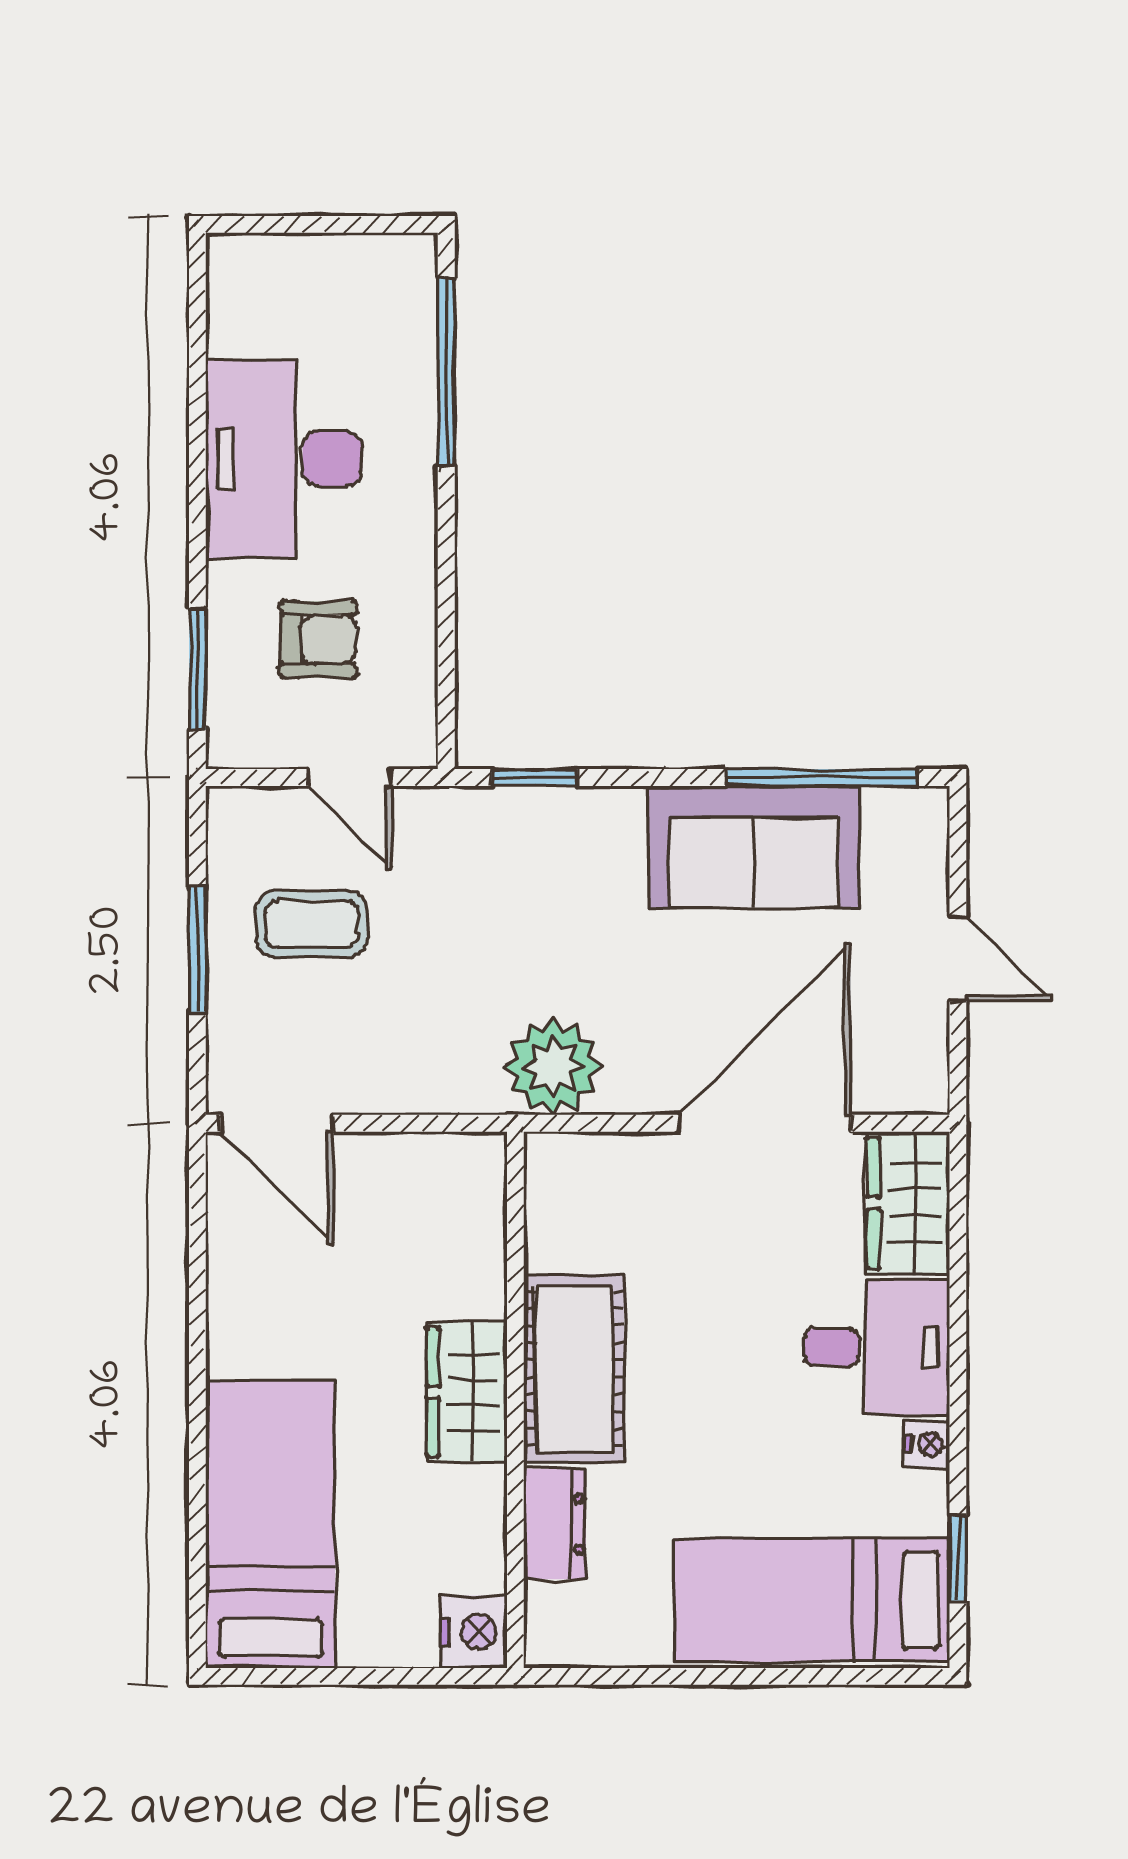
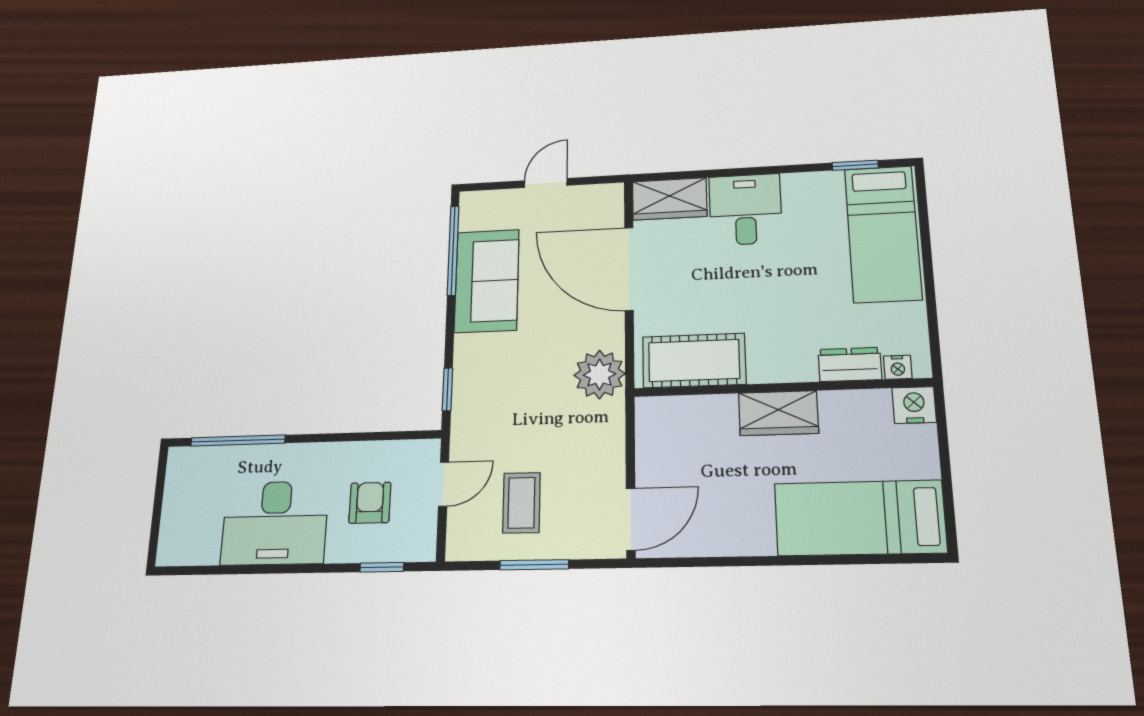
window: (197, 669) -> (382, 567), width x0.67
cot: (574, 1369) -> (694, 360), moved
nightstand: (927, 1444) -> (898, 367), moved, turned 180

